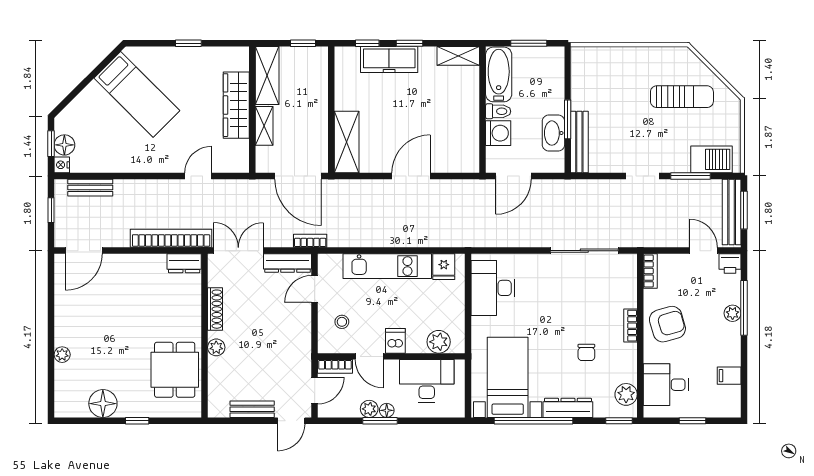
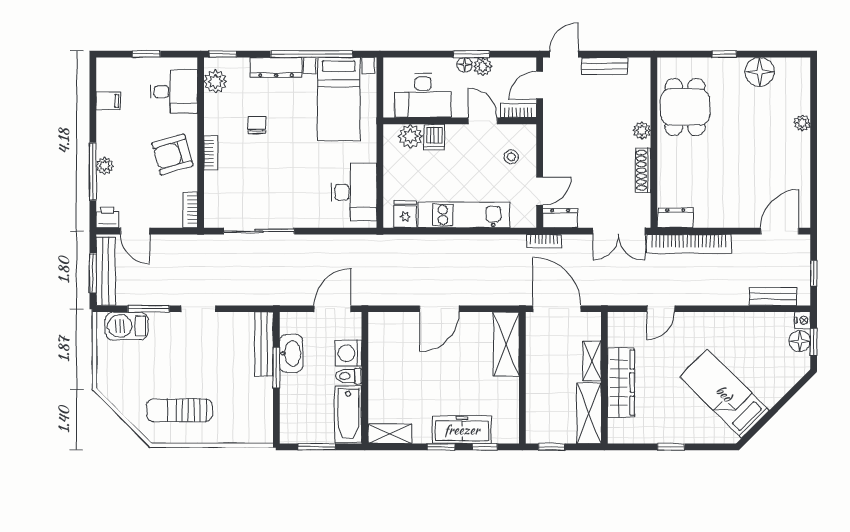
sun lounger: (682, 97) -> (179, 410), moved
dresser: (288, 263) -> (560, 218), width x0.70
dishwasher: (395, 341) -> (434, 137), moved

